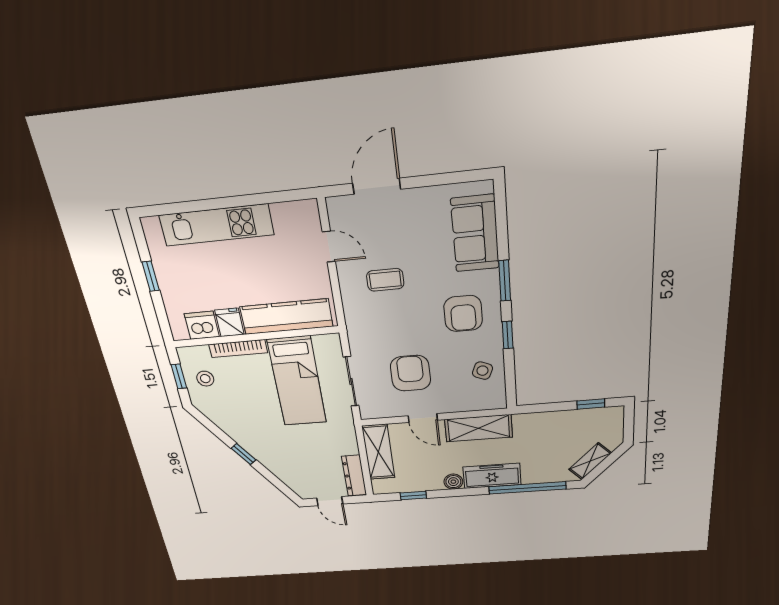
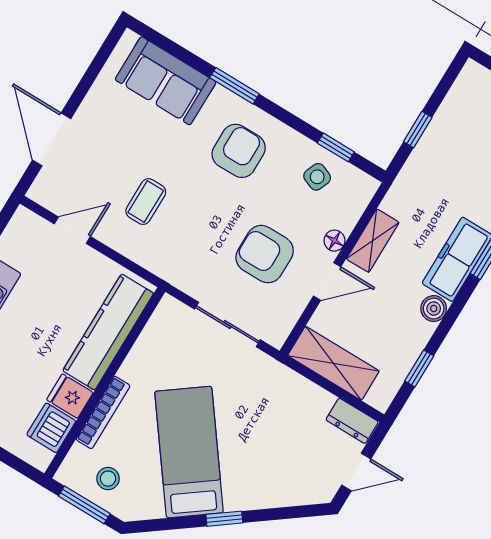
armchair: (463, 314) -> (239, 151), turned -90
window: (508, 335) -> (336, 147), moved
window: (179, 376) -> (84, 505), width x1.50
bed: (297, 382) -> (189, 452), moved, turned -127
window: (591, 404) -> (418, 129), moved
floor lamp: (451, 406) -> (334, 241), added
shelving: (479, 428) -> (373, 241), width x0.67, depth x0.75
dresser: (354, 476) -> (352, 421), width x0.70

